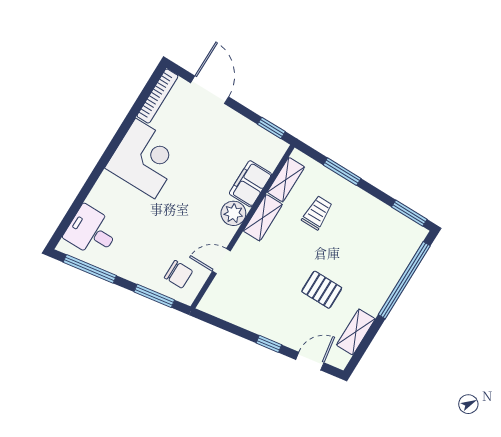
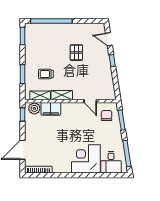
corner desk: (145, 158) -> (86, 159), moved
plant: (233, 213) -> (34, 108), moved
shelving: (356, 332) -> (85, 28), removed

